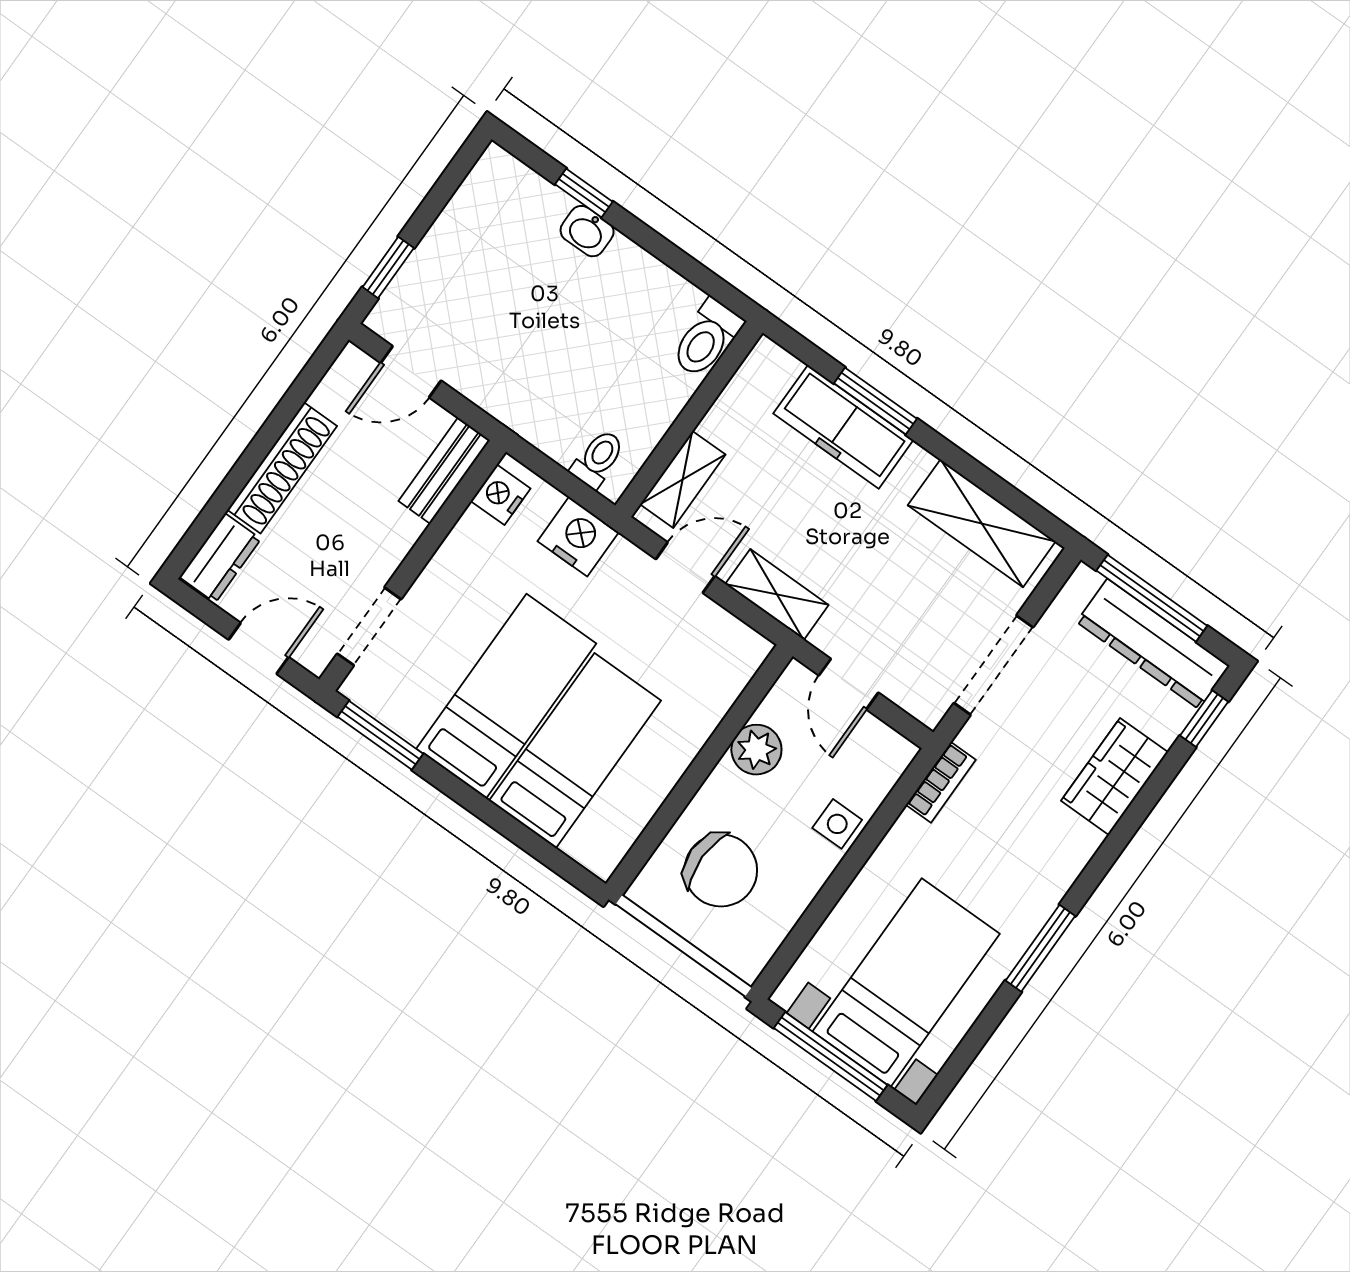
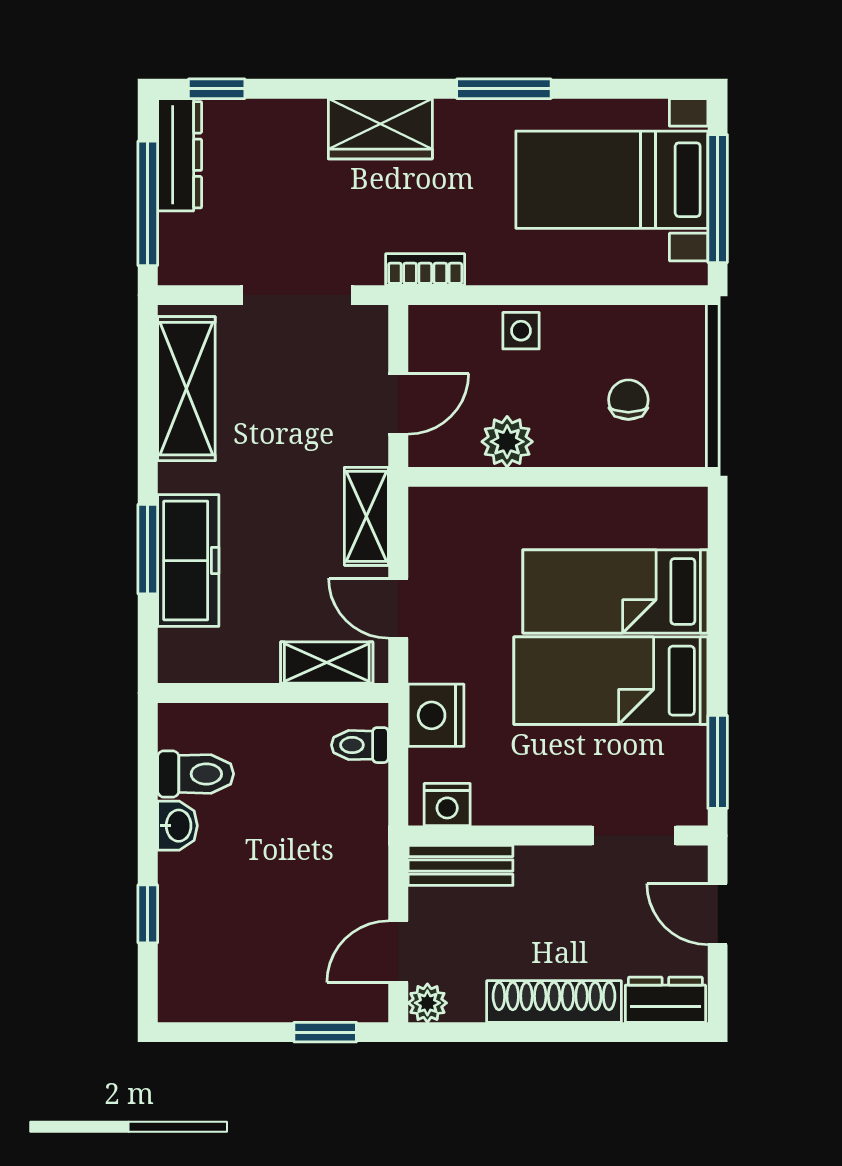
washbasin: (587, 231) -> (177, 826), moved
toilet: (707, 338) -> (196, 774), moved
plant: (353, 366) -> (427, 1003), added
door: (411, 372) -> (398, 952), swing flipped
dresser: (1153, 644) -> (180, 155), width x0.73, depth x0.80
wardrobe: (1115, 777) -> (380, 129), moved
chair: (721, 870) -> (628, 400), width x0.54, depth x0.54

